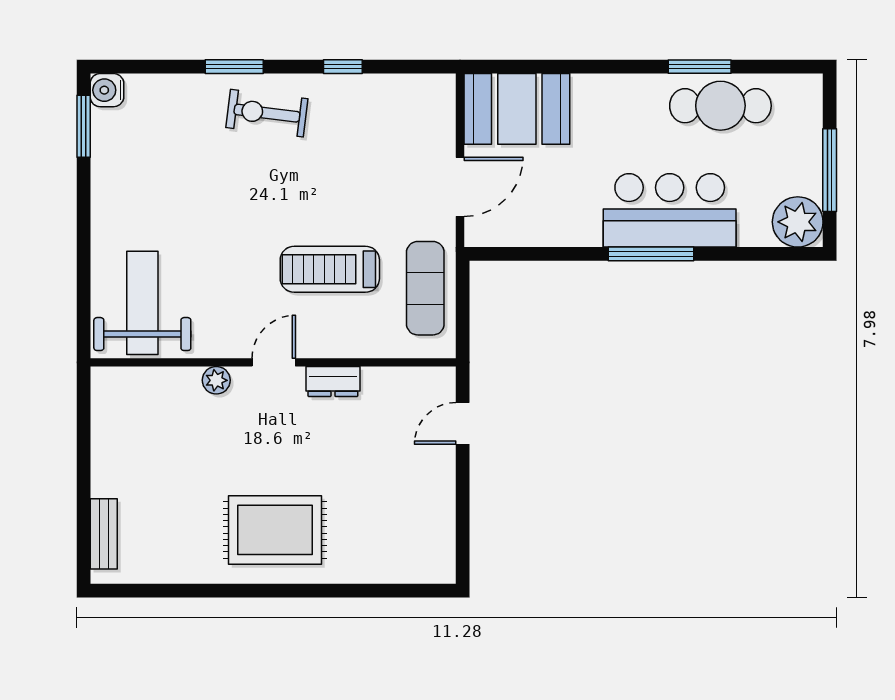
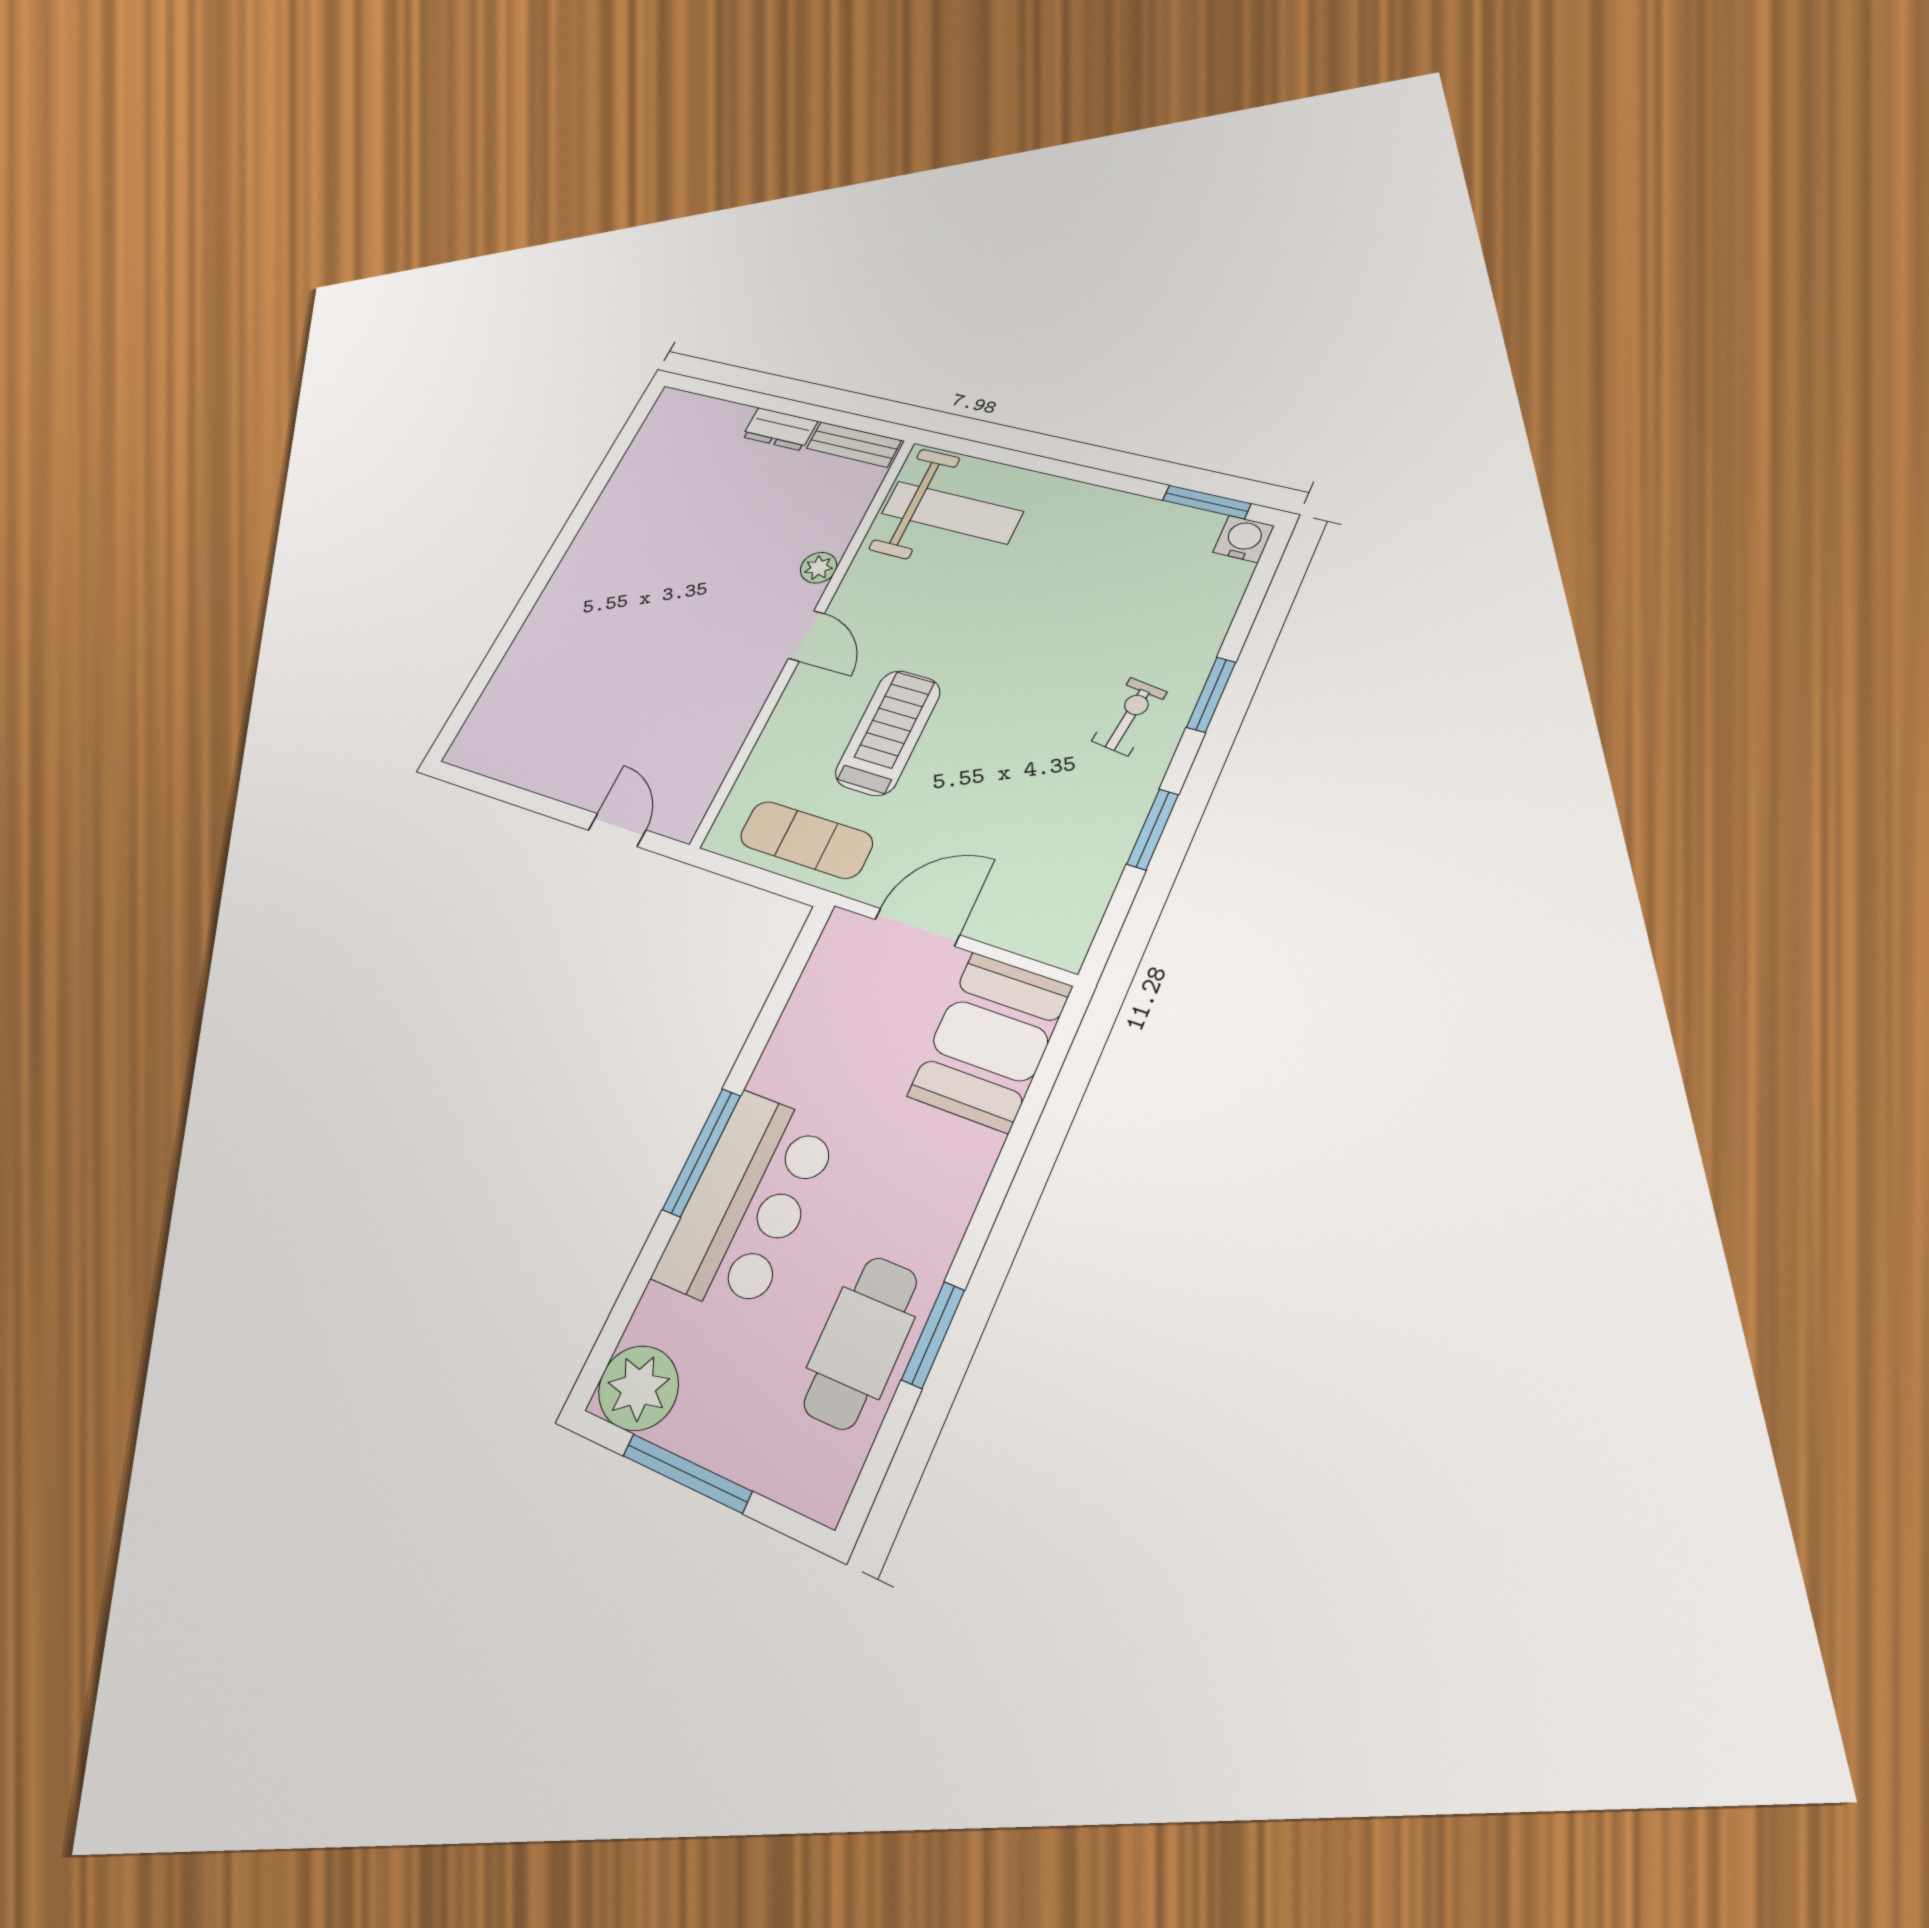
window: (343, 67) -> (1153, 829), width x1.50
exercise bike: (267, 113) -> (1129, 716), width x0.73, depth x0.72
door: (460, 187) -> (917, 927), swing flipped
dresser: (333, 382) -> (780, 429), moved, turned -90
rug: (275, 530) -> (614, 584), removed
bench: (104, 534) -> (854, 444), moved

